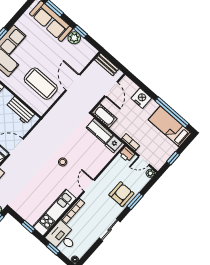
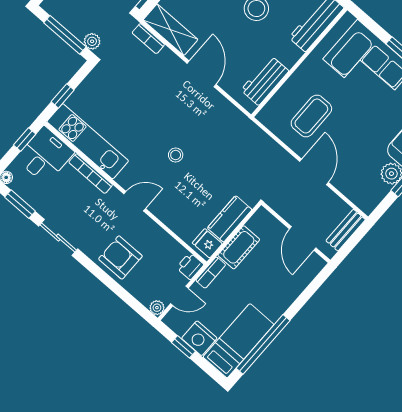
door: (73, 82) -> (314, 172), hinge flipped
coffee table: (41, 84) -> (311, 116), width x0.73, depth x0.76
door: (111, 89) -> (303, 238), hinge flipped
nightstand: (141, 98) -> (199, 338), moved, turned 90
cot: (104, 116) -> (239, 247), moved
door: (144, 160) -> (179, 296), swing flipped
armchair: (121, 194) -> (120, 257), turned 180
window: (135, 201) -> (20, 204), moved

